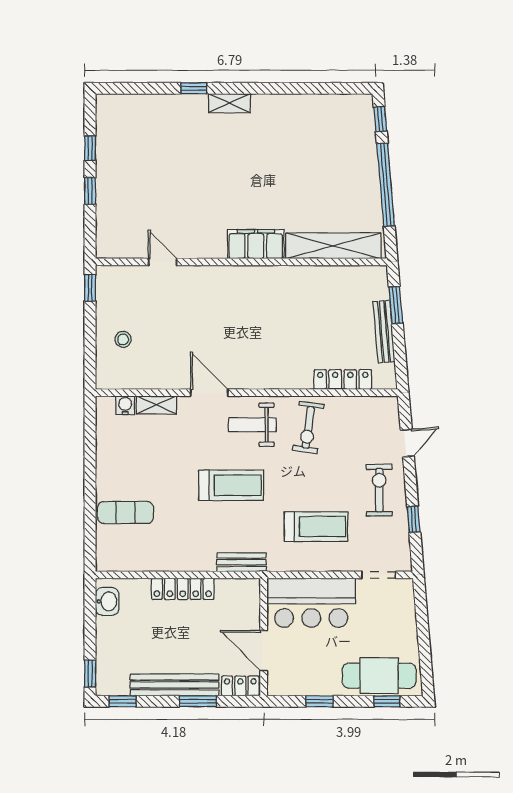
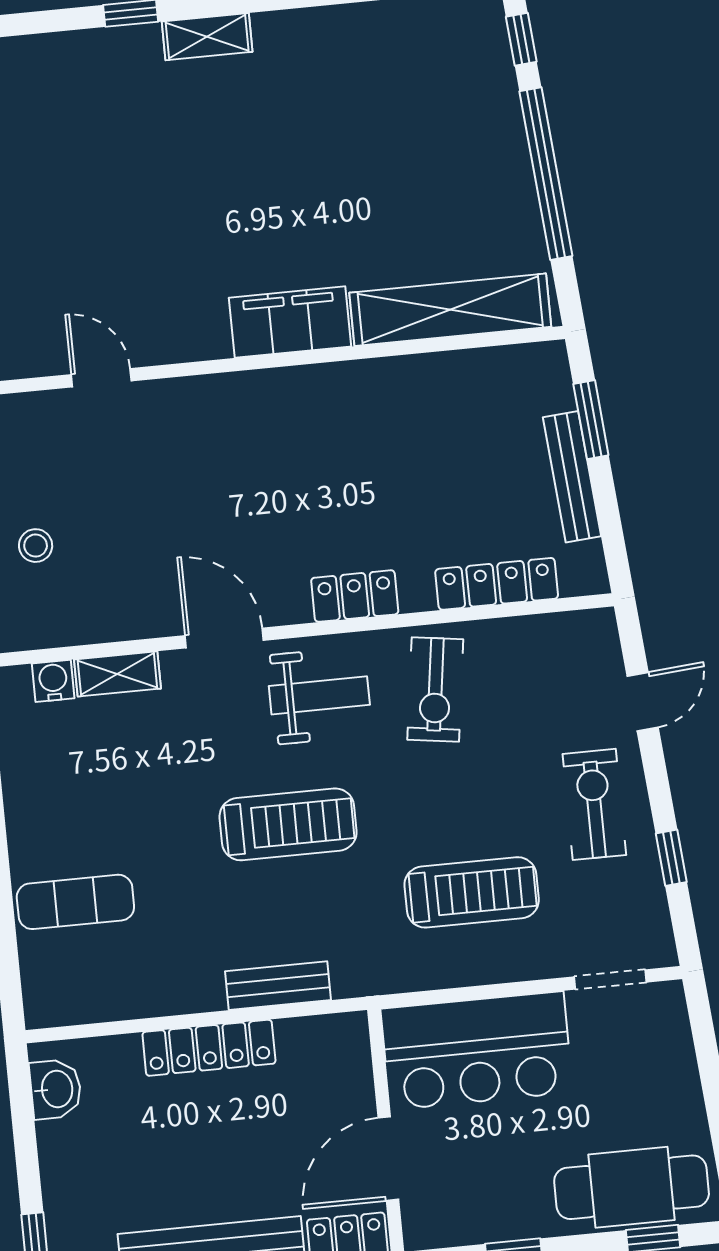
locker: (274, 379) -> (355, 596), added
weight bench: (252, 425) -> (319, 695), turned 180
bench: (241, 562) -> (278, 986), moved
door: (264, 651) -> (388, 1159), hinge flipped

